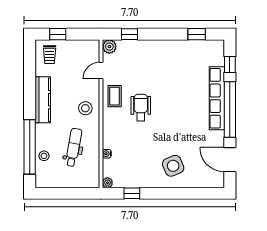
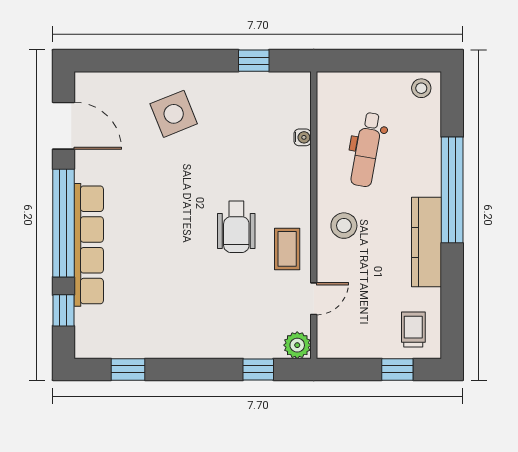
window: (30, 147) -> (452, 190), moved
stool: (44, 156) -> (421, 88), moved
plant: (107, 183) -> (301, 81), removed

